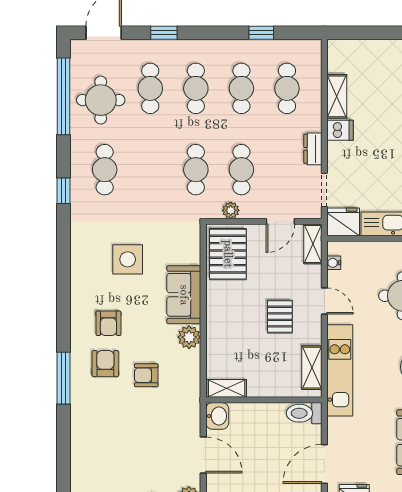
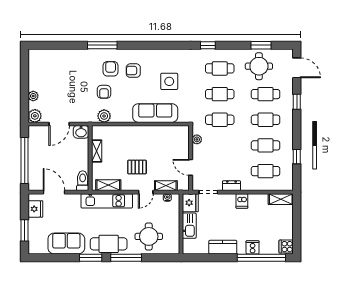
window: (63, 96) -> (261, 45), width x0.47
shelving: (337, 96) -> (281, 199), moved
cafe table: (241, 170) -> (220, 94), moved
shelving: (313, 244) -> (166, 186), moved
pallet: (228, 254) -> (172, 138), removed
sofa: (184, 295) -> (155, 113), width x1.36
plant: (189, 337) -> (104, 116), moved
armchair: (105, 364) -> (111, 69), turned -90
armchair: (146, 375) -> (104, 92), turned 180
shelving: (227, 388) -> (97, 151), moved

